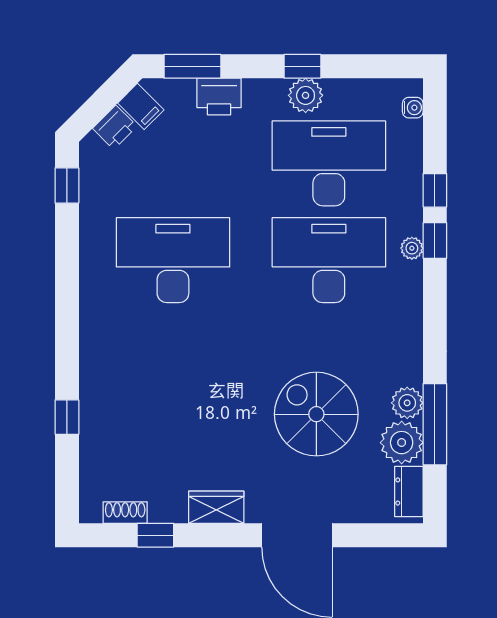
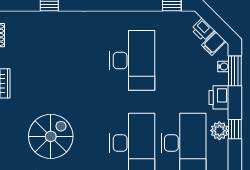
water cooler: (184, 88) -> (223, 67), added
printer: (219, 97) -> (219, 97), moved

